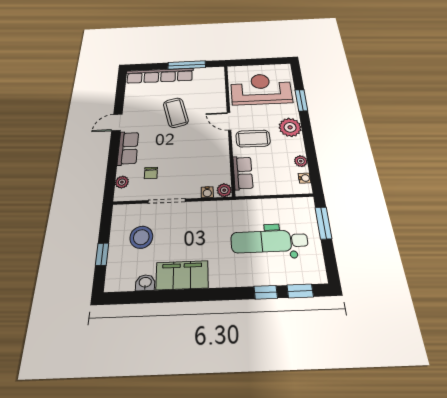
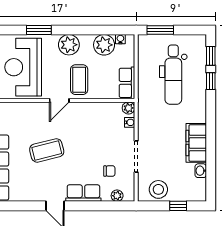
plant: (301, 161) -> (104, 45), width x1.87, depth x1.87
row of seats: (243, 173) -> (127, 83), moved, turned -90
stool: (141, 237) -> (158, 189), moved

